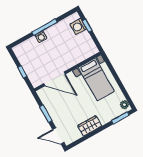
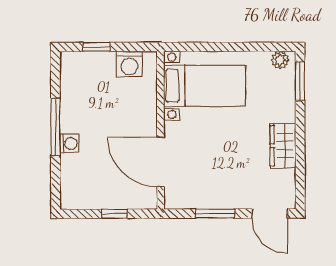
washing machine: (78, 26) -> (129, 64), moved
door: (54, 79) -> (161, 162), swing flipped
door: (58, 136) -> (269, 213), hinge flipped

